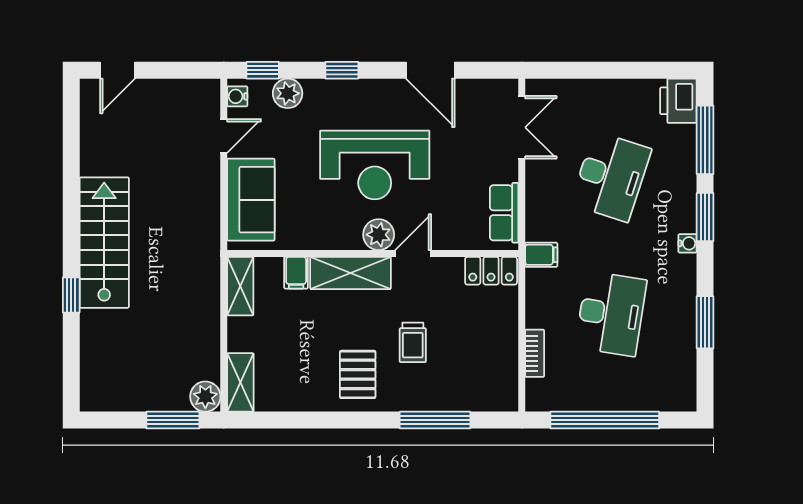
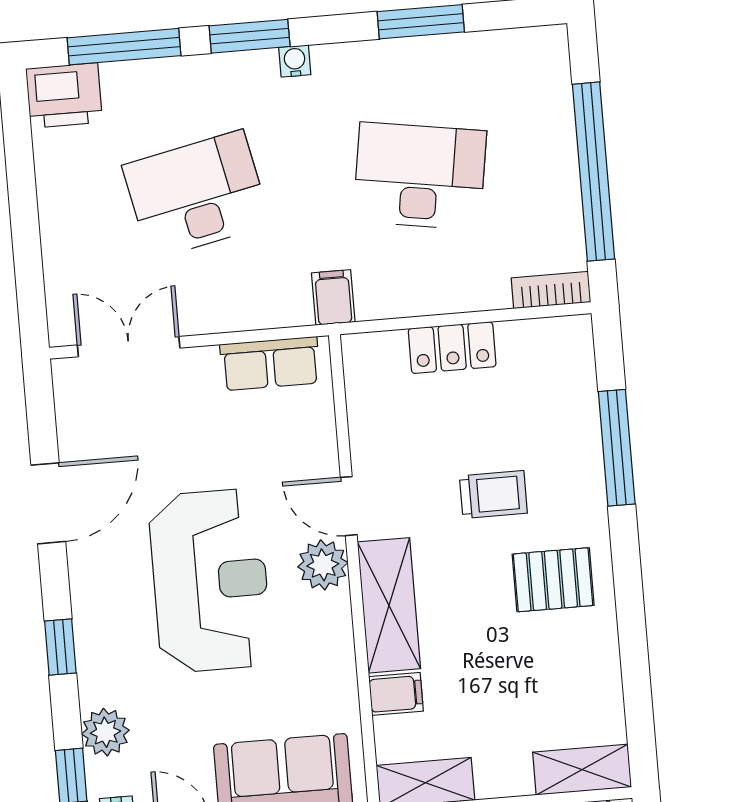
desk: (611, 177) -> (197, 195), turned -30
locker: (491, 271) -> (452, 348), moved, turned 90
bookcase: (535, 353) -> (551, 290), moved

